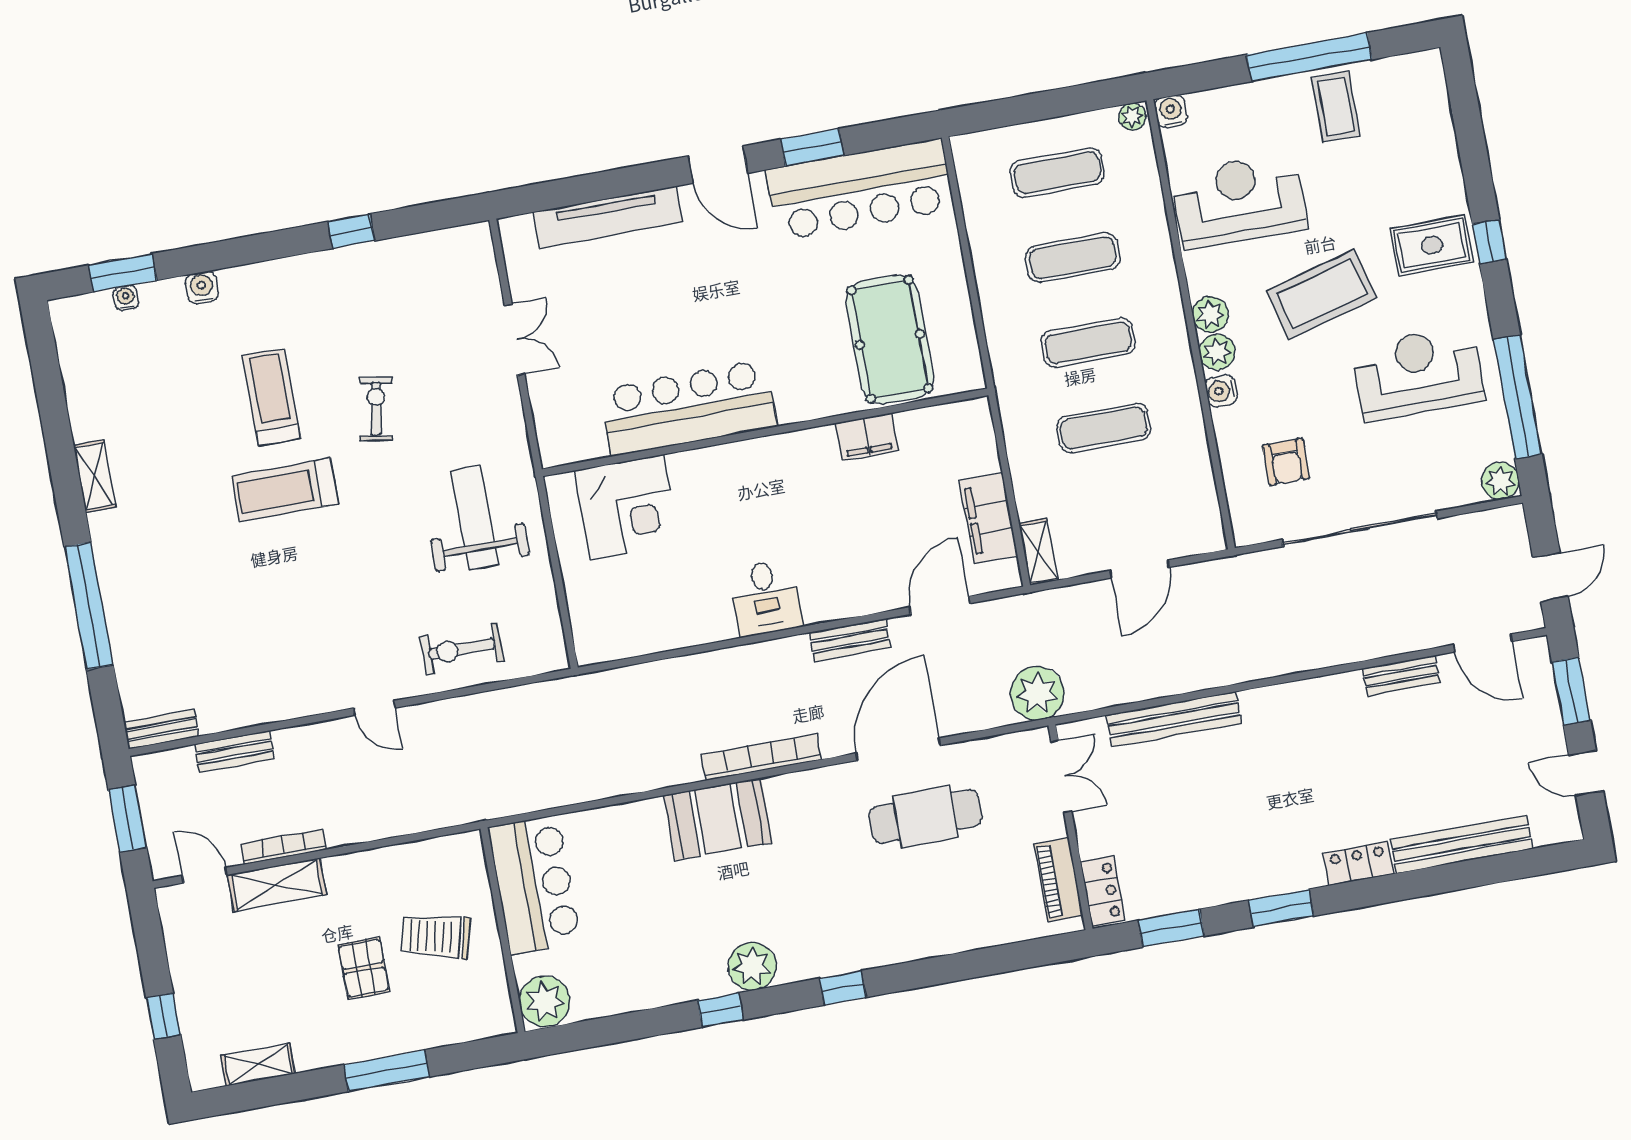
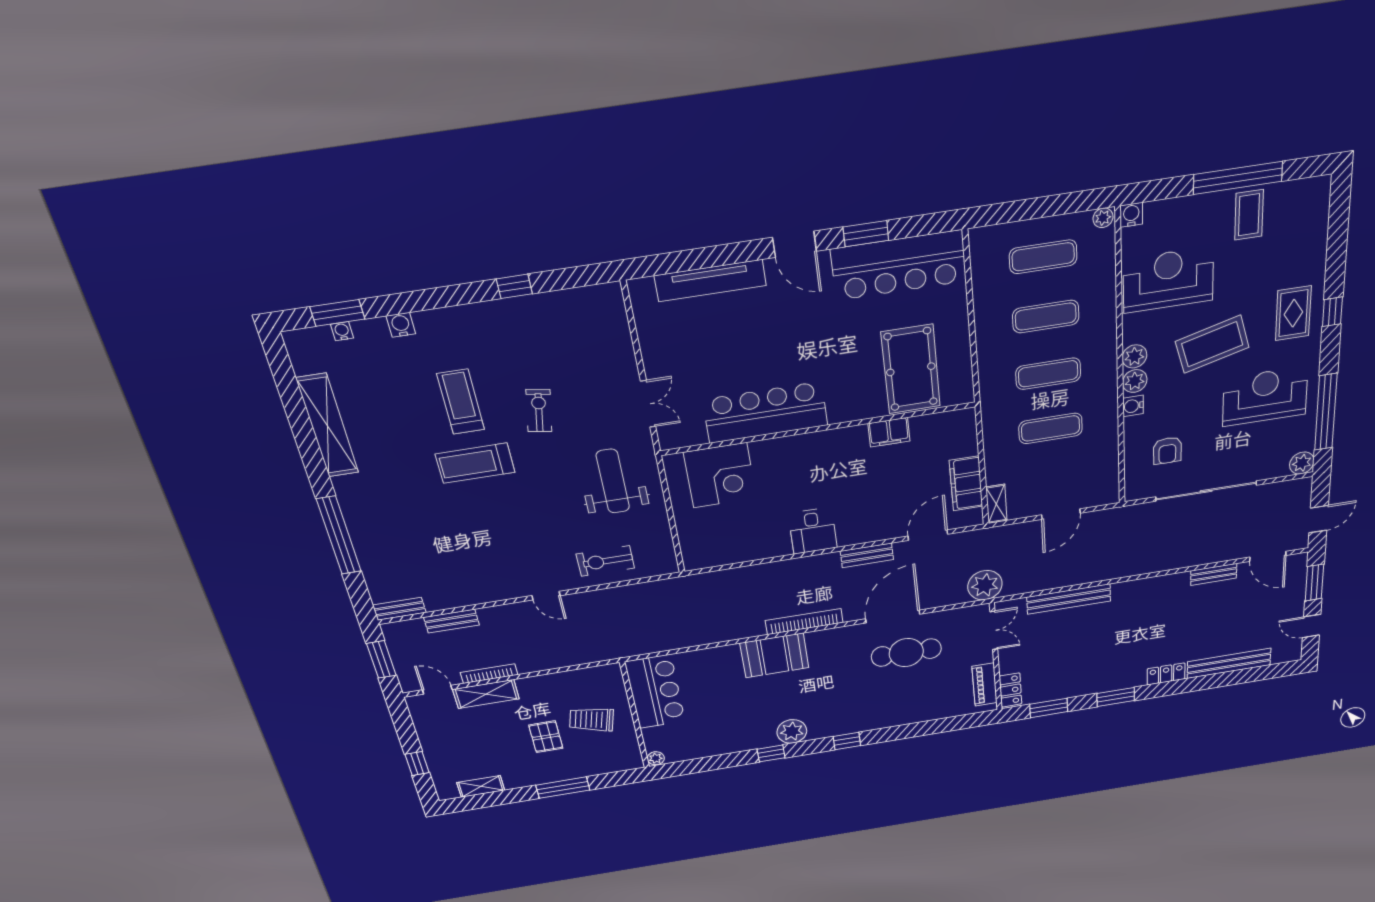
rug: (1432, 245) -> (1293, 313), turned 90
double door: (515, 340) -> (648, 404), moved
shelving: (95, 476) -> (327, 426), width x2.20, depth x1.33
plant: (545, 1001) -> (656, 758), width x0.53, depth x0.53

